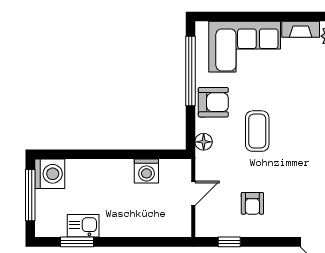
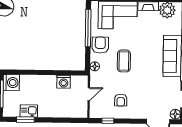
armchair: (213, 102) -> (100, 45), turned -90

